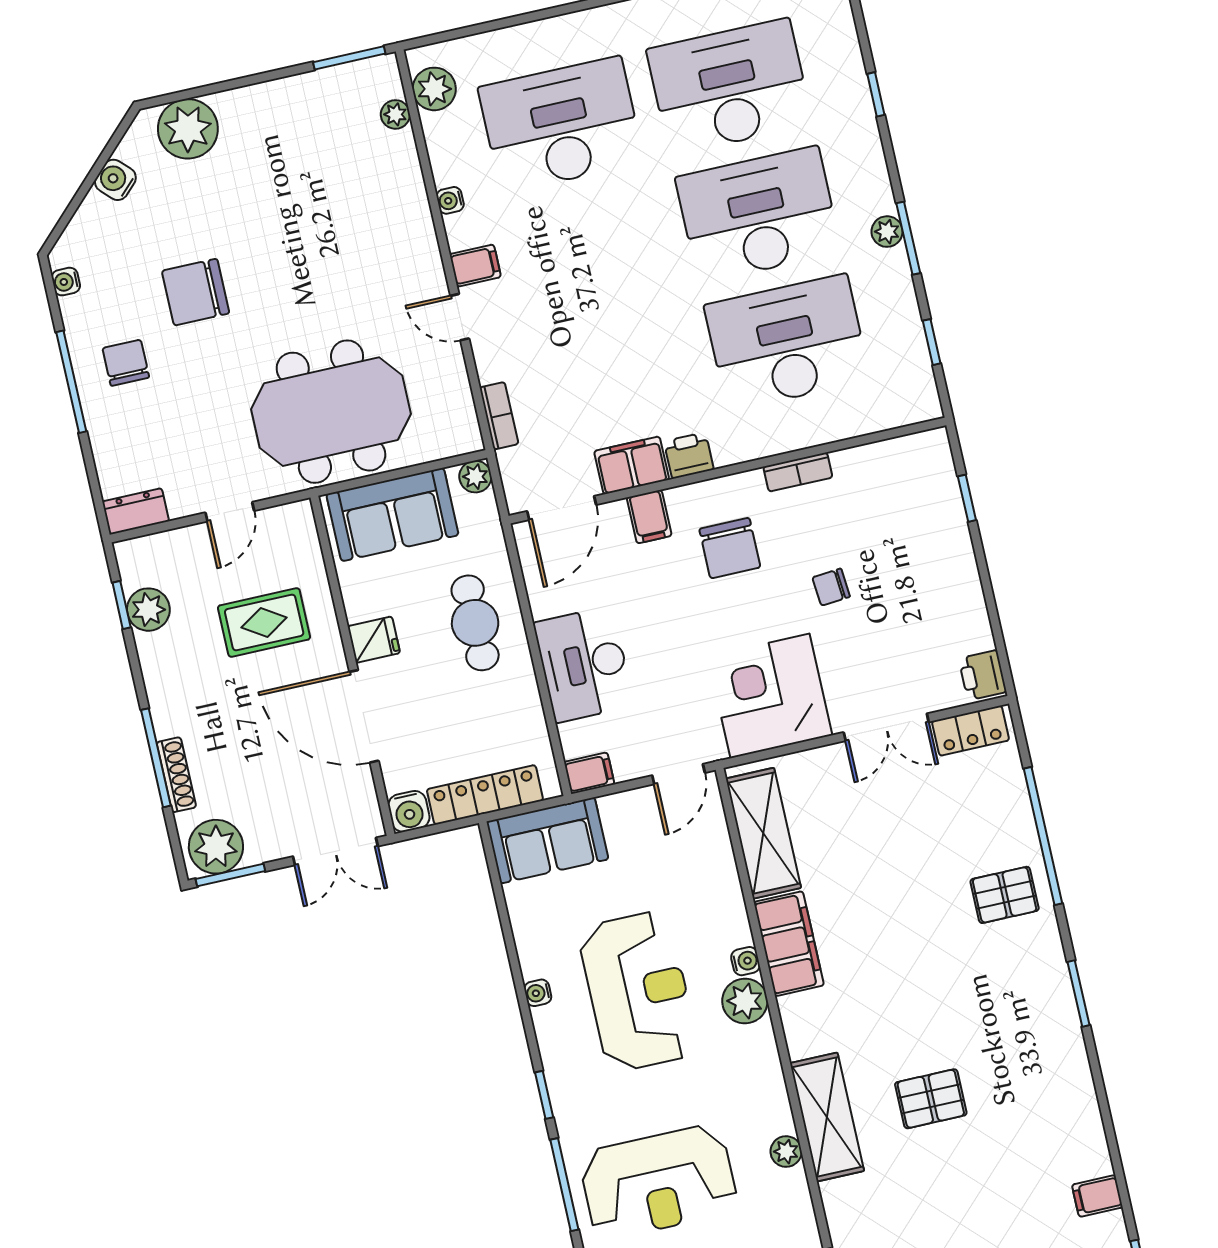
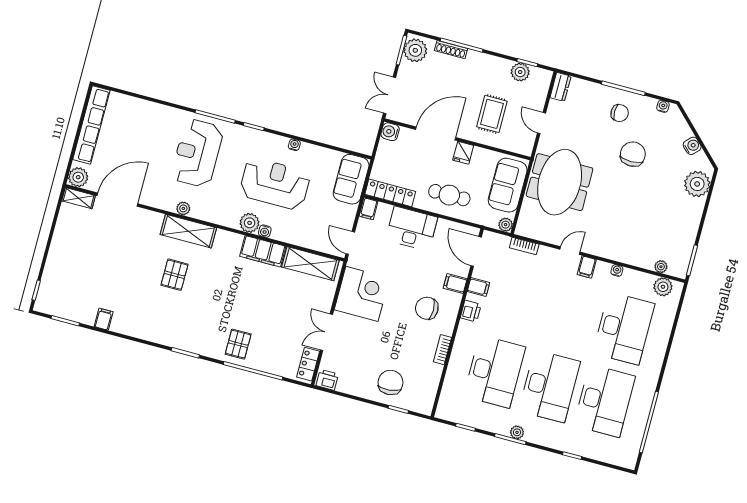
filing cabinet: (632, 465) -> (478, 287), width x0.50
chair: (831, 587) -> (390, 382), moved, width x1.87, depth x1.87
locker: (485, 795) -> (390, 193), moved, turned -90
reception desk: (638, 991) -> (275, 184), turned 180

